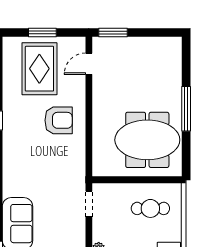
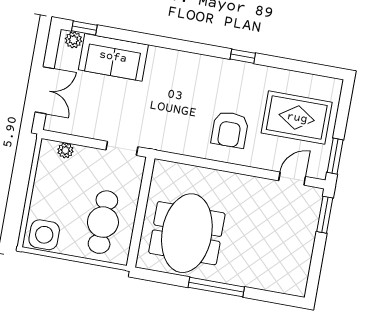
window: (42, 32) -> (335, 156), moved
door: (89, 64) -> (292, 179), hinge flipped
cafe table: (150, 208) -> (103, 222), width x1.37, depth x1.35

